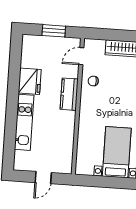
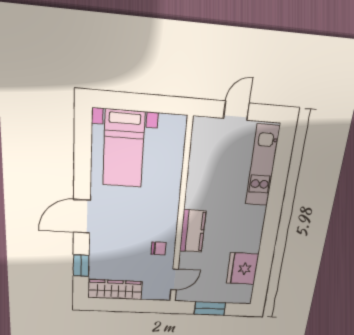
fridge: (30, 81) -> (242, 269), moved
kitchen unit: (24, 122) -> (262, 166), moved

